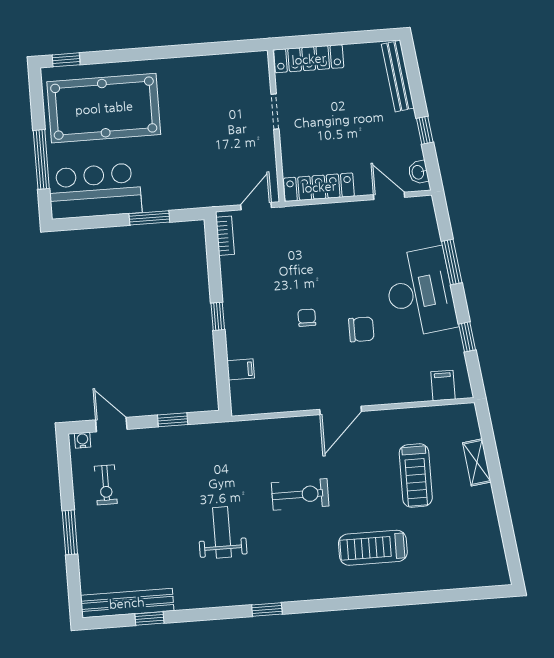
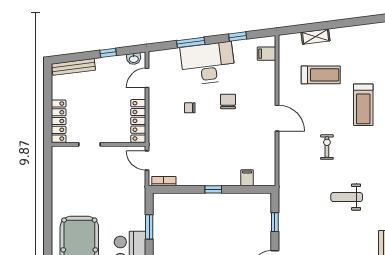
chair: (307, 318) -> (190, 108), moved
exercise bike: (300, 494) -> (327, 147), width x0.73, depth x0.72

